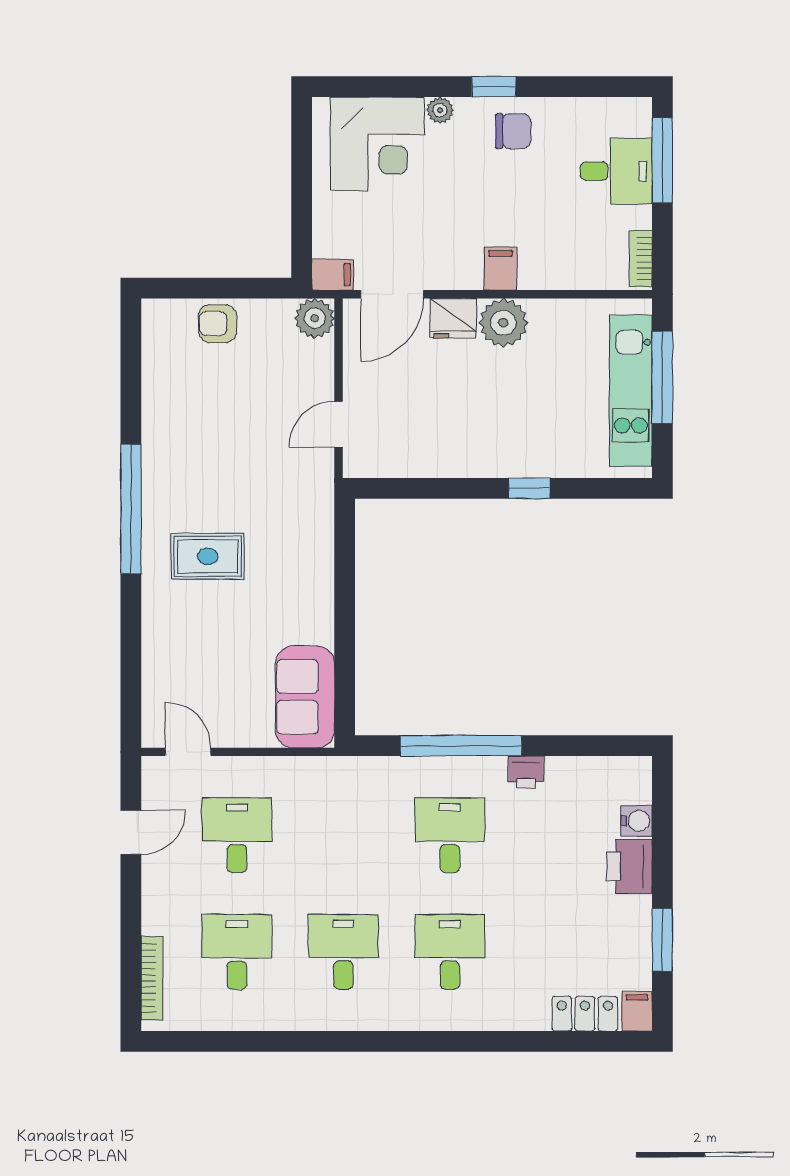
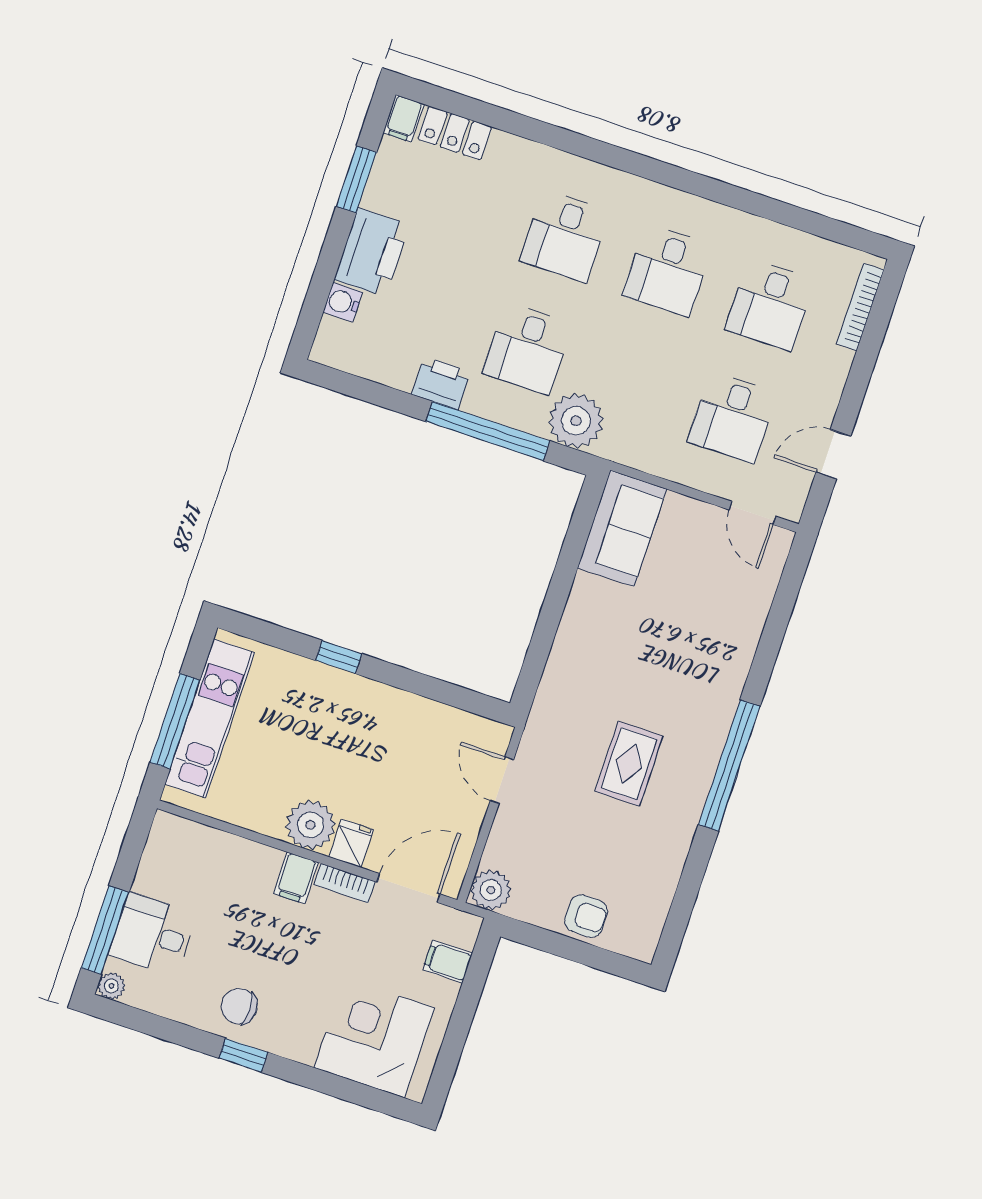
plant: (440, 110) -> (111, 986), moved
bookcase: (641, 259) -> (345, 883), moved, turned 90
filing cabinet: (333, 275) -> (448, 961), moved
fridge: (453, 318) -> (351, 843), width x0.72
door: (339, 424) -> (502, 780), swing flipped
rug: (208, 556) -> (629, 764), moved, turned 90
printer: (526, 772) -> (441, 383), width x1.36, depth x1.24
plant: (382, 783) -> (576, 421), added
printer: (629, 866) -> (372, 252), width x1.37, depth x1.19

